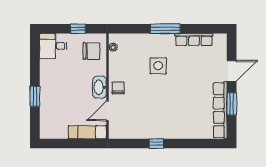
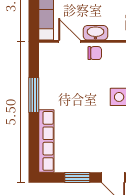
row of seats: (220, 110) -> (46, 141), moved, turned 90
window: (156, 144) -> (34, 95), width x2.17

